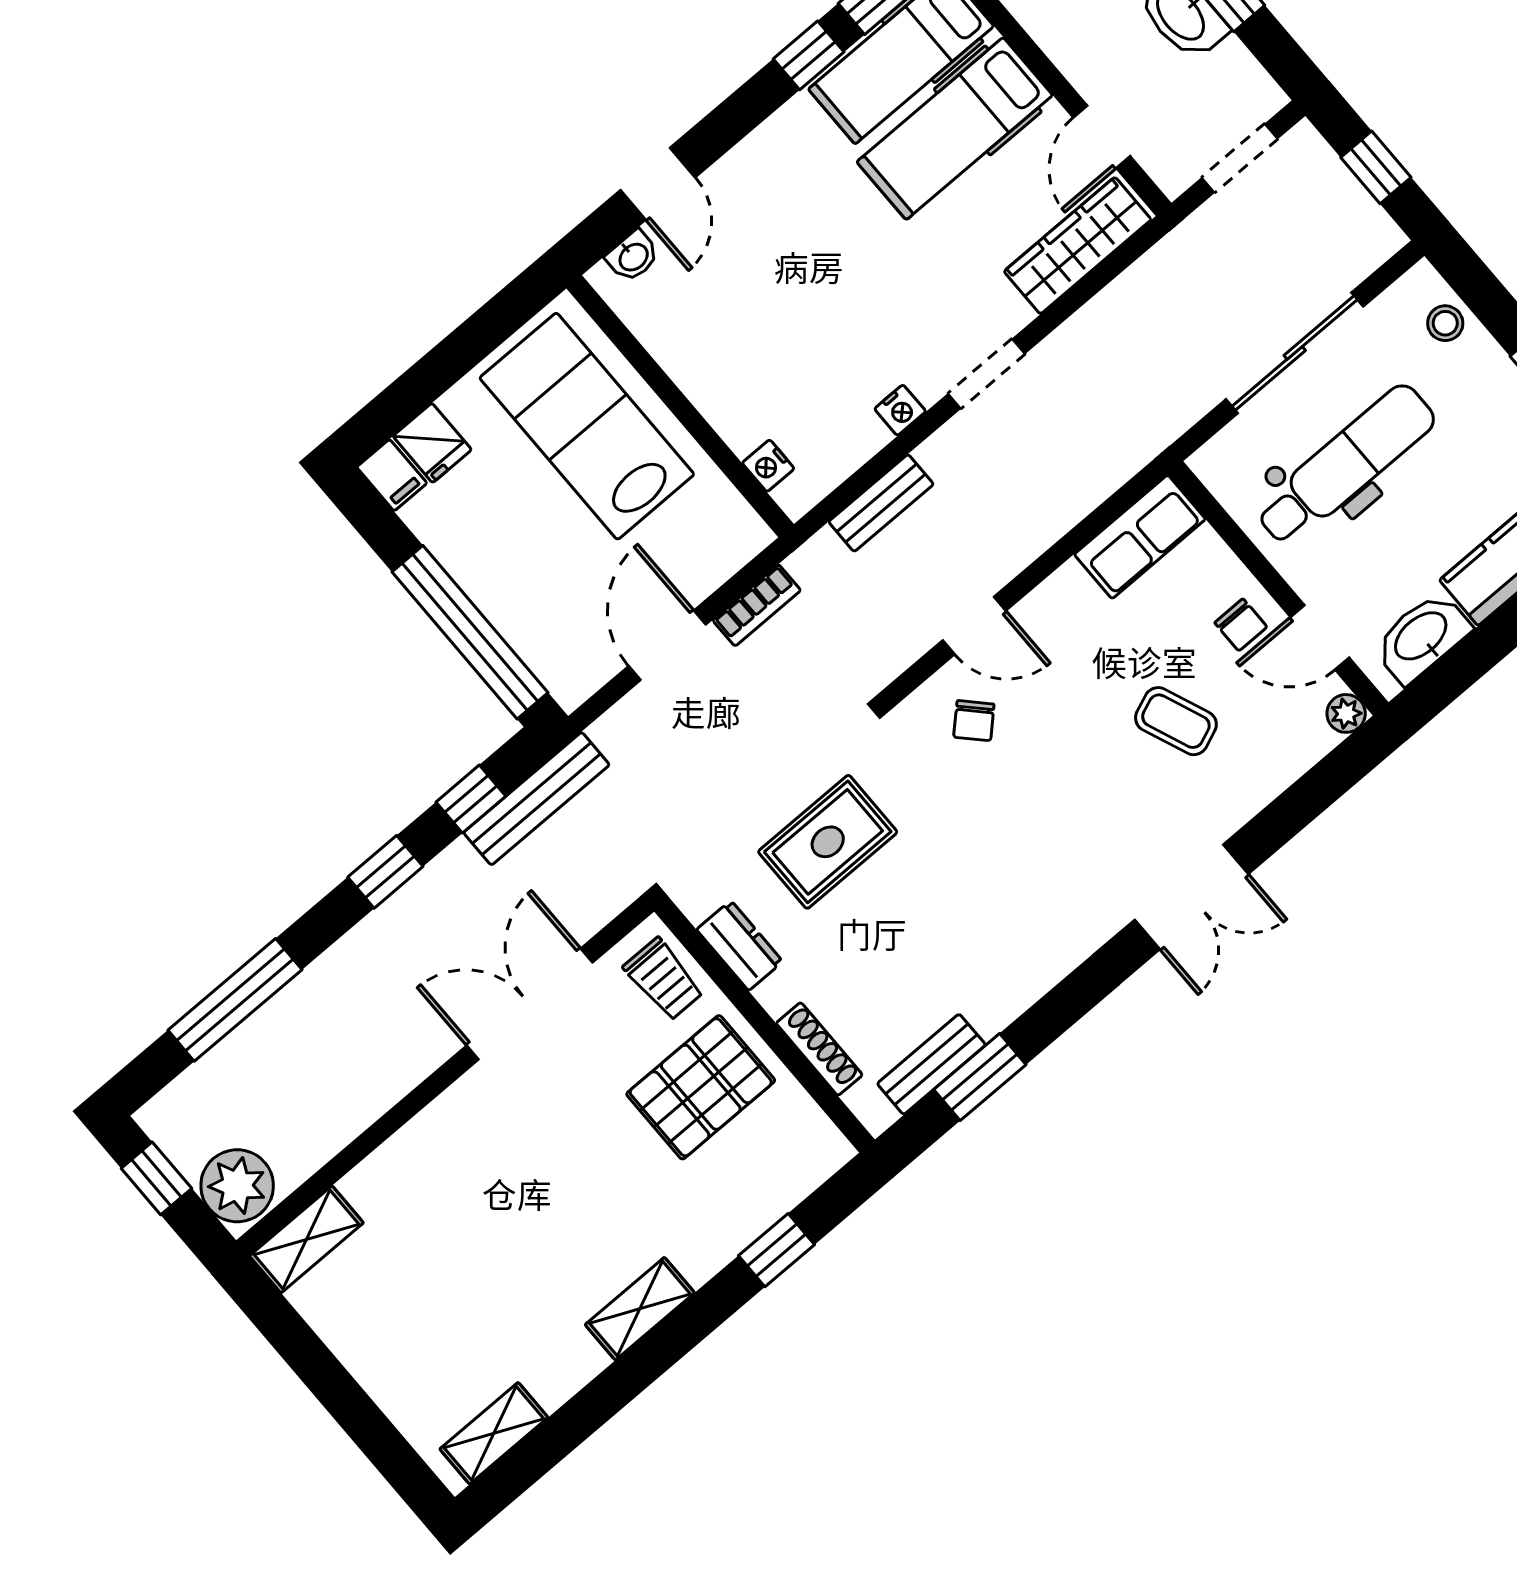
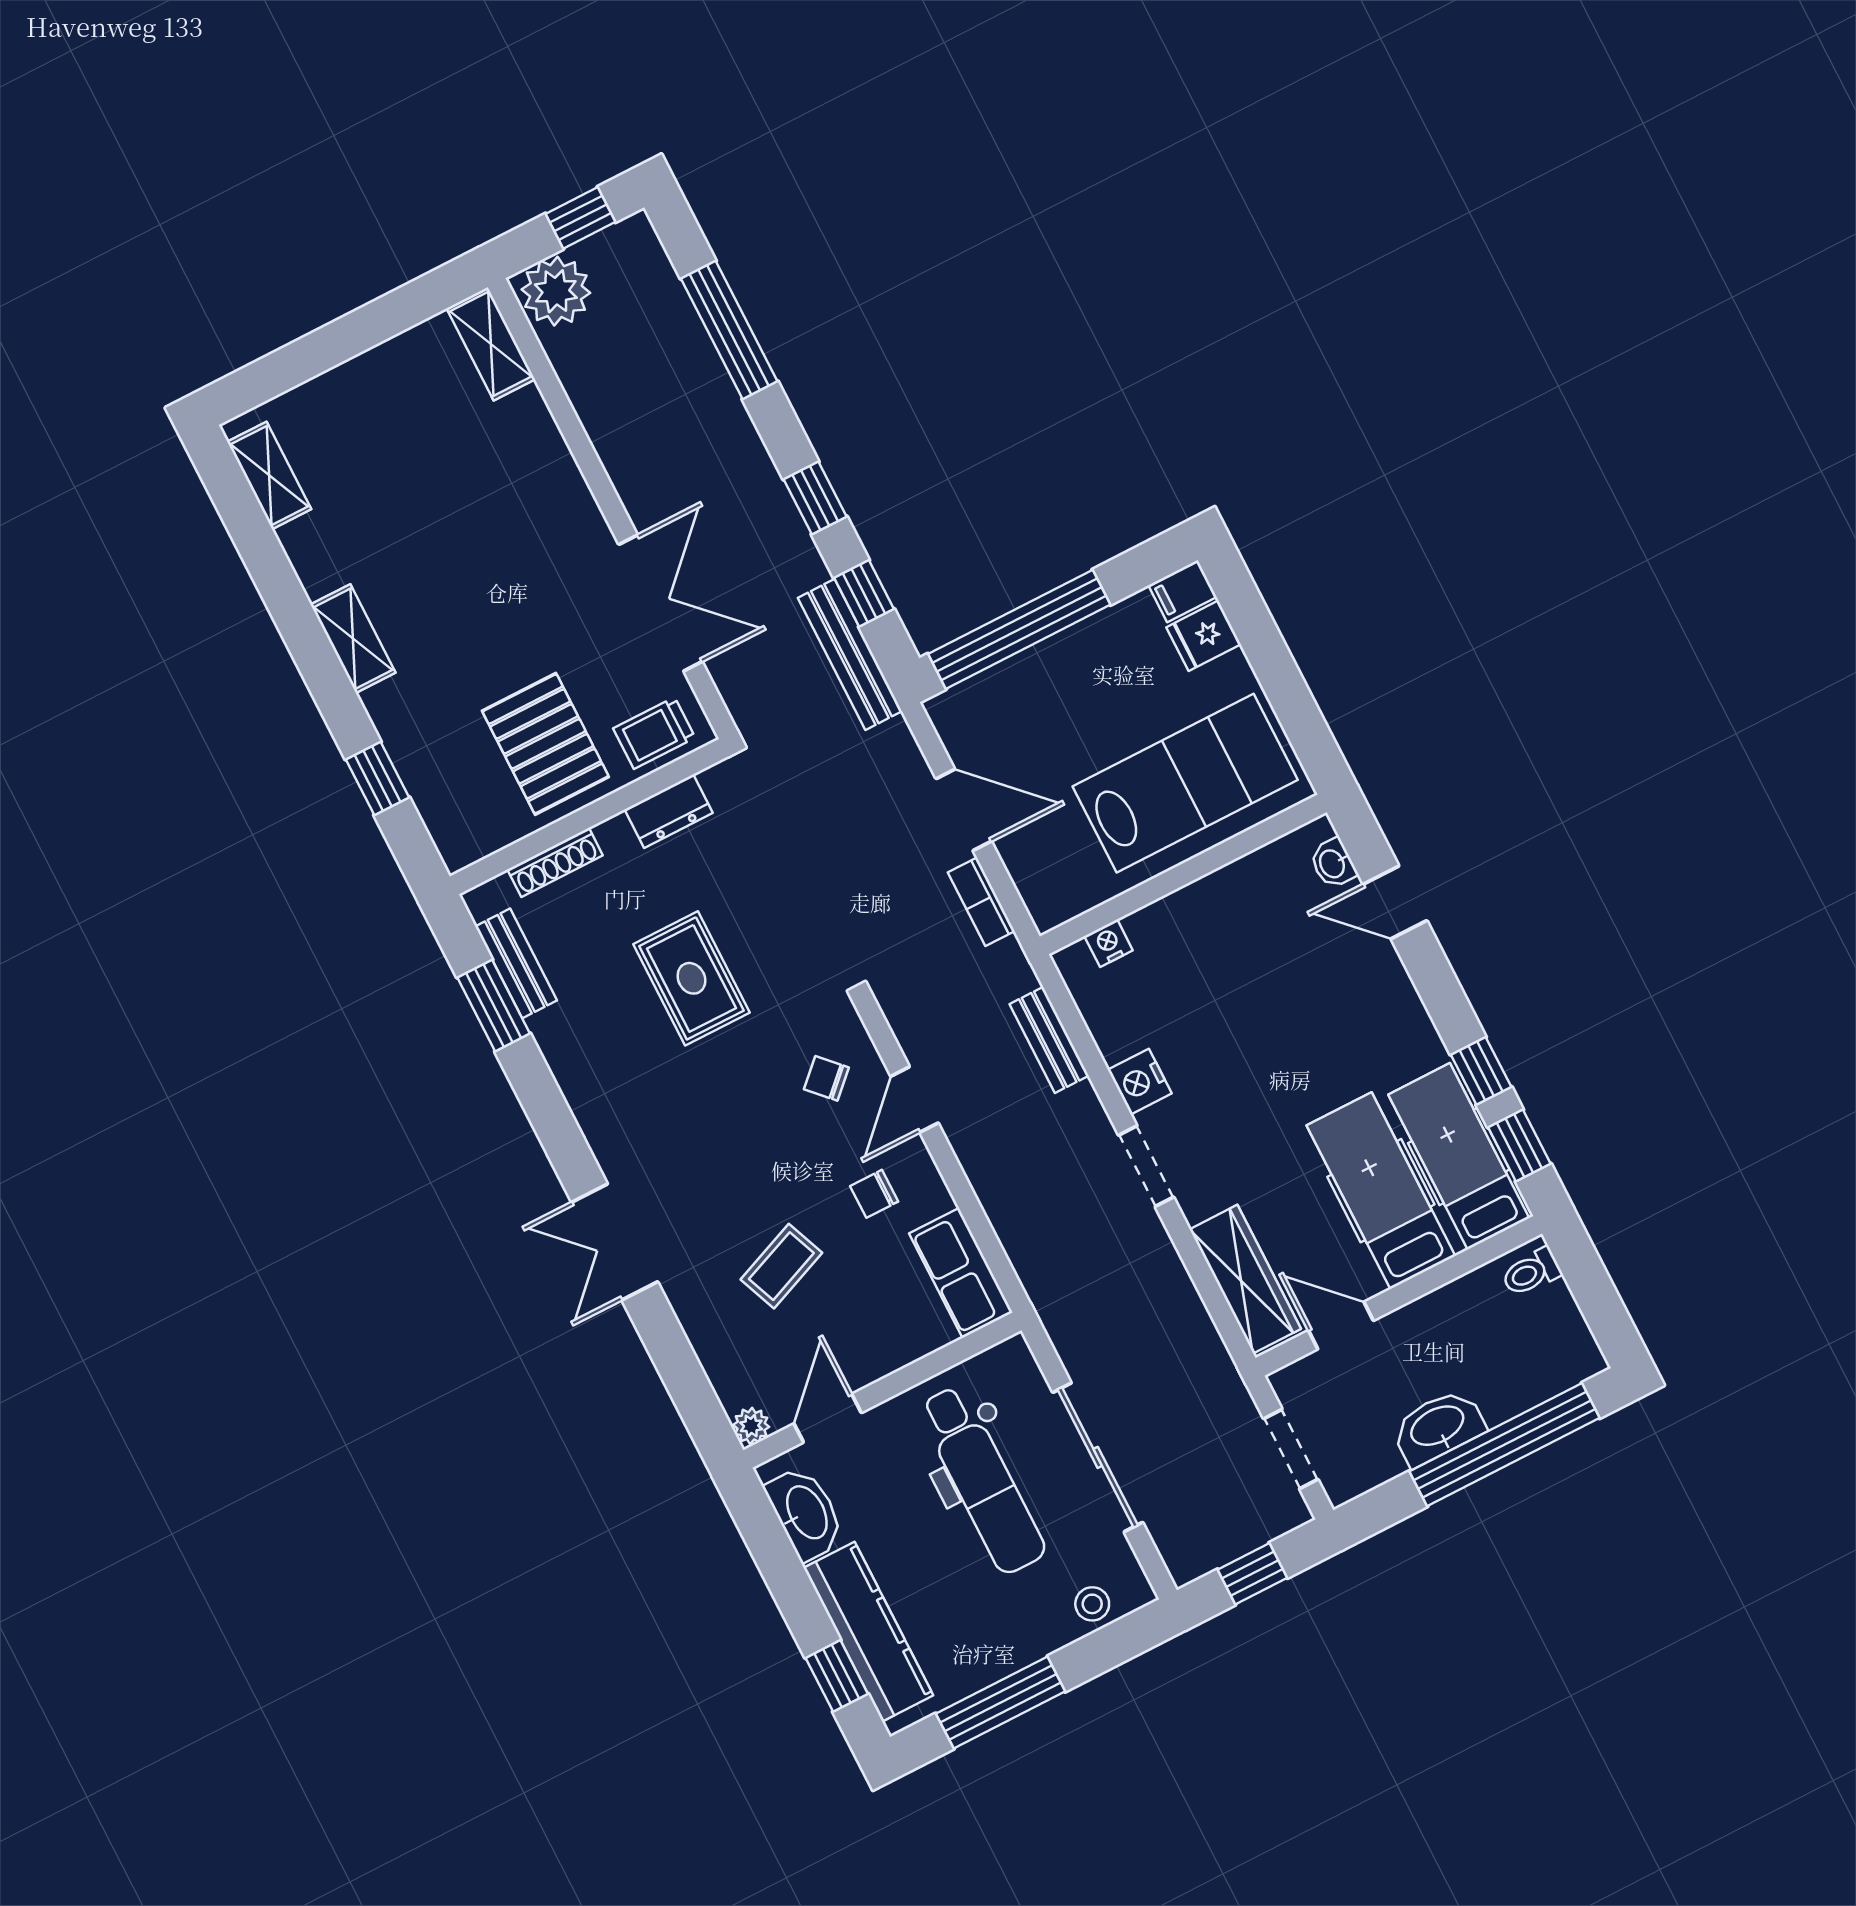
nightstand: (900, 410) -> (1140, 1082), width x1.39, depth x1.35
chair: (1241, 625) -> (874, 1194), moved
rug: (828, 842) -> (691, 978), moved

